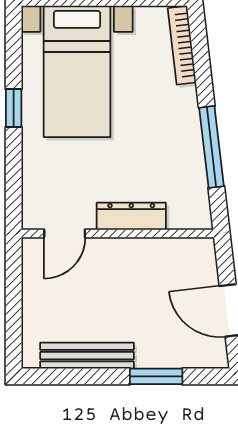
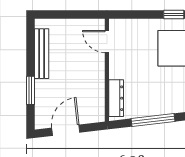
dresser: (131, 216) -> (116, 98), moved

